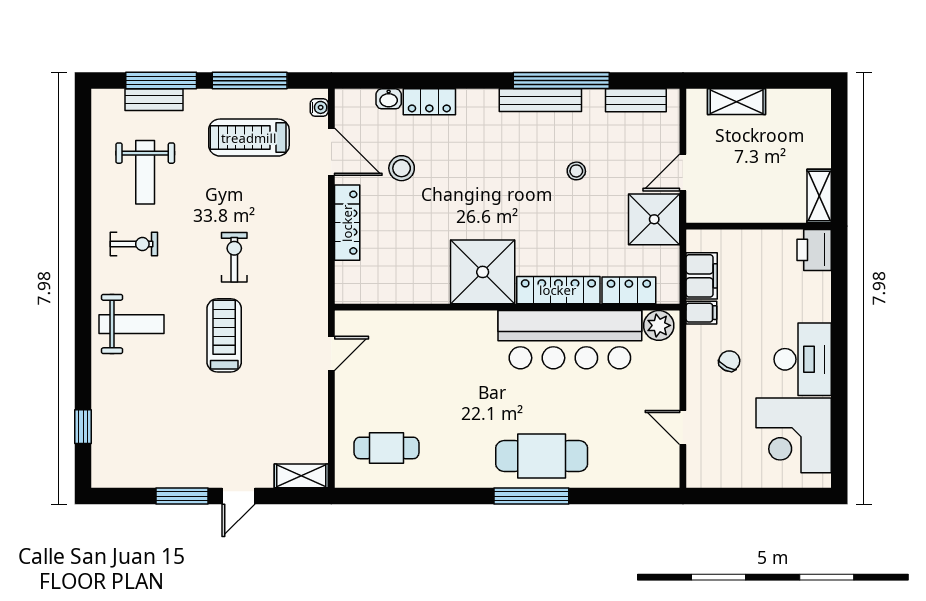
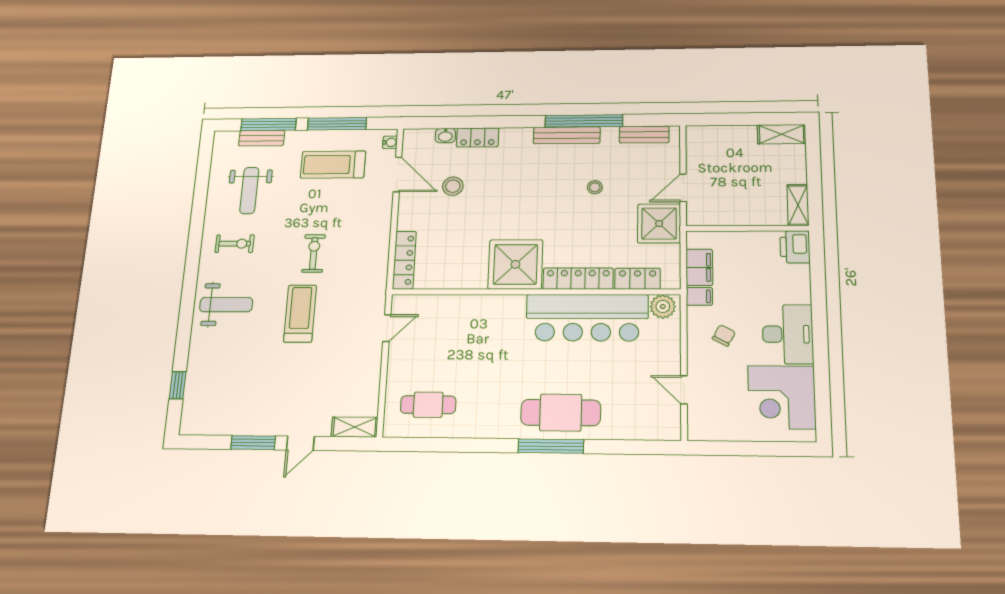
shelving: (737, 102) -> (782, 134), moved
locker: (347, 223) -> (404, 260), moved

